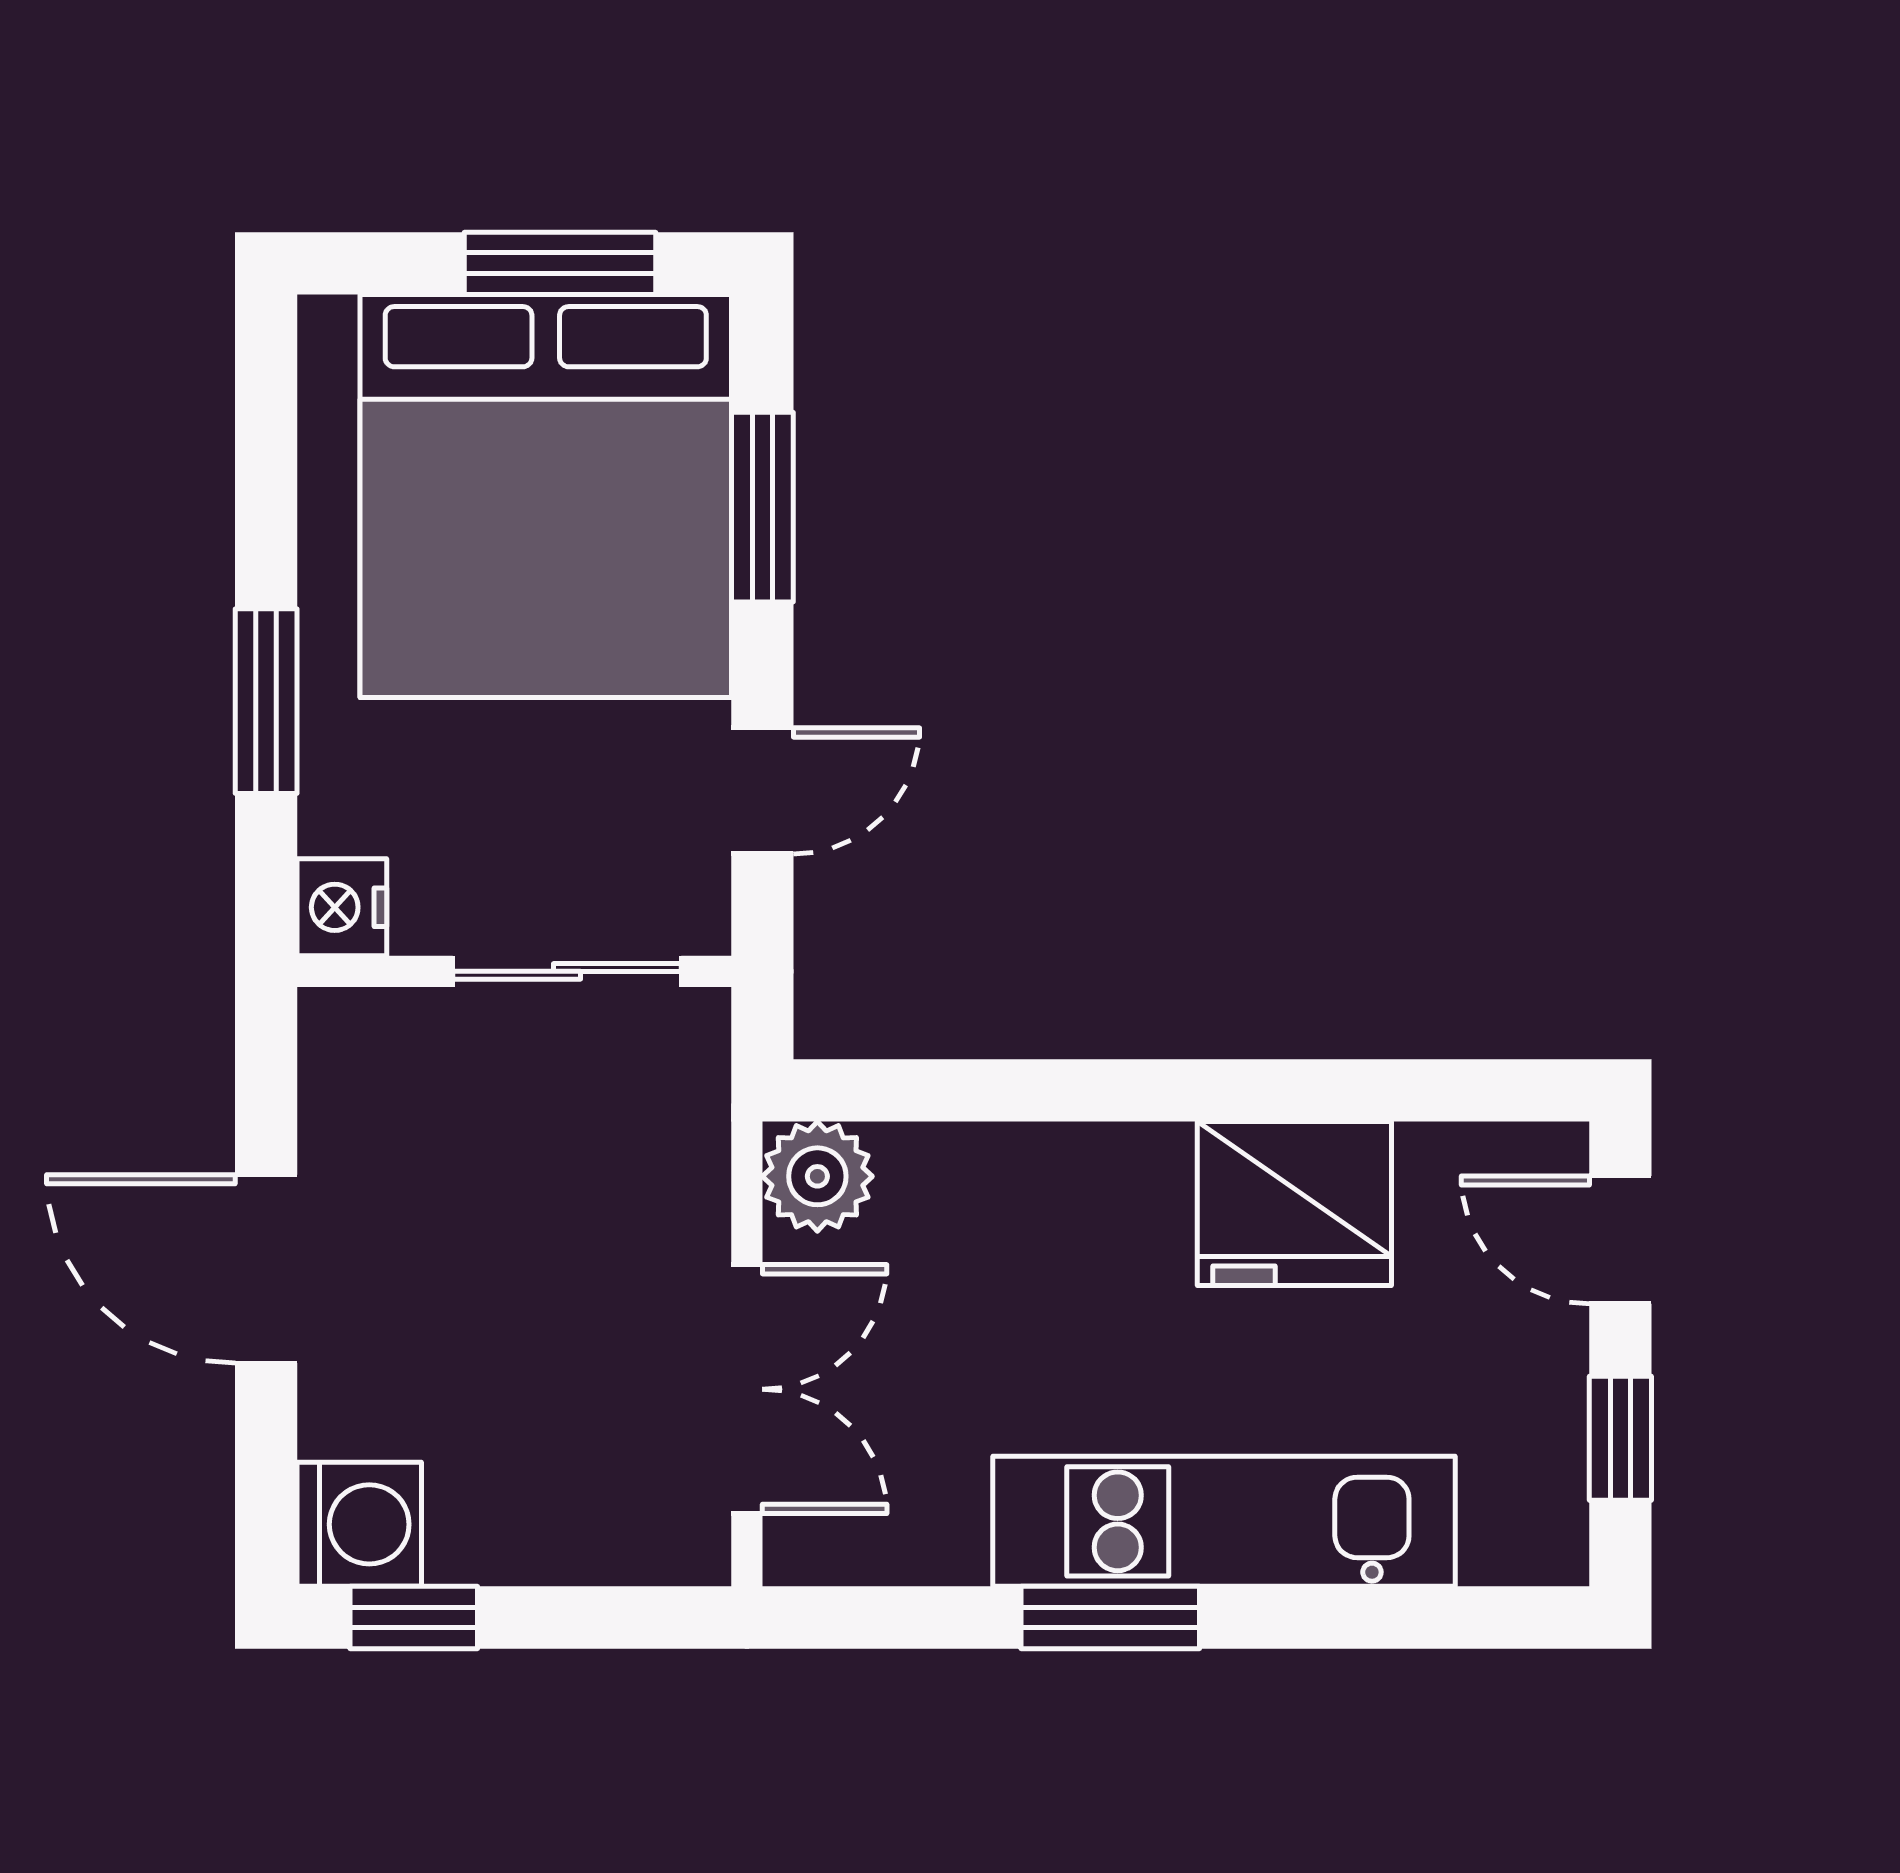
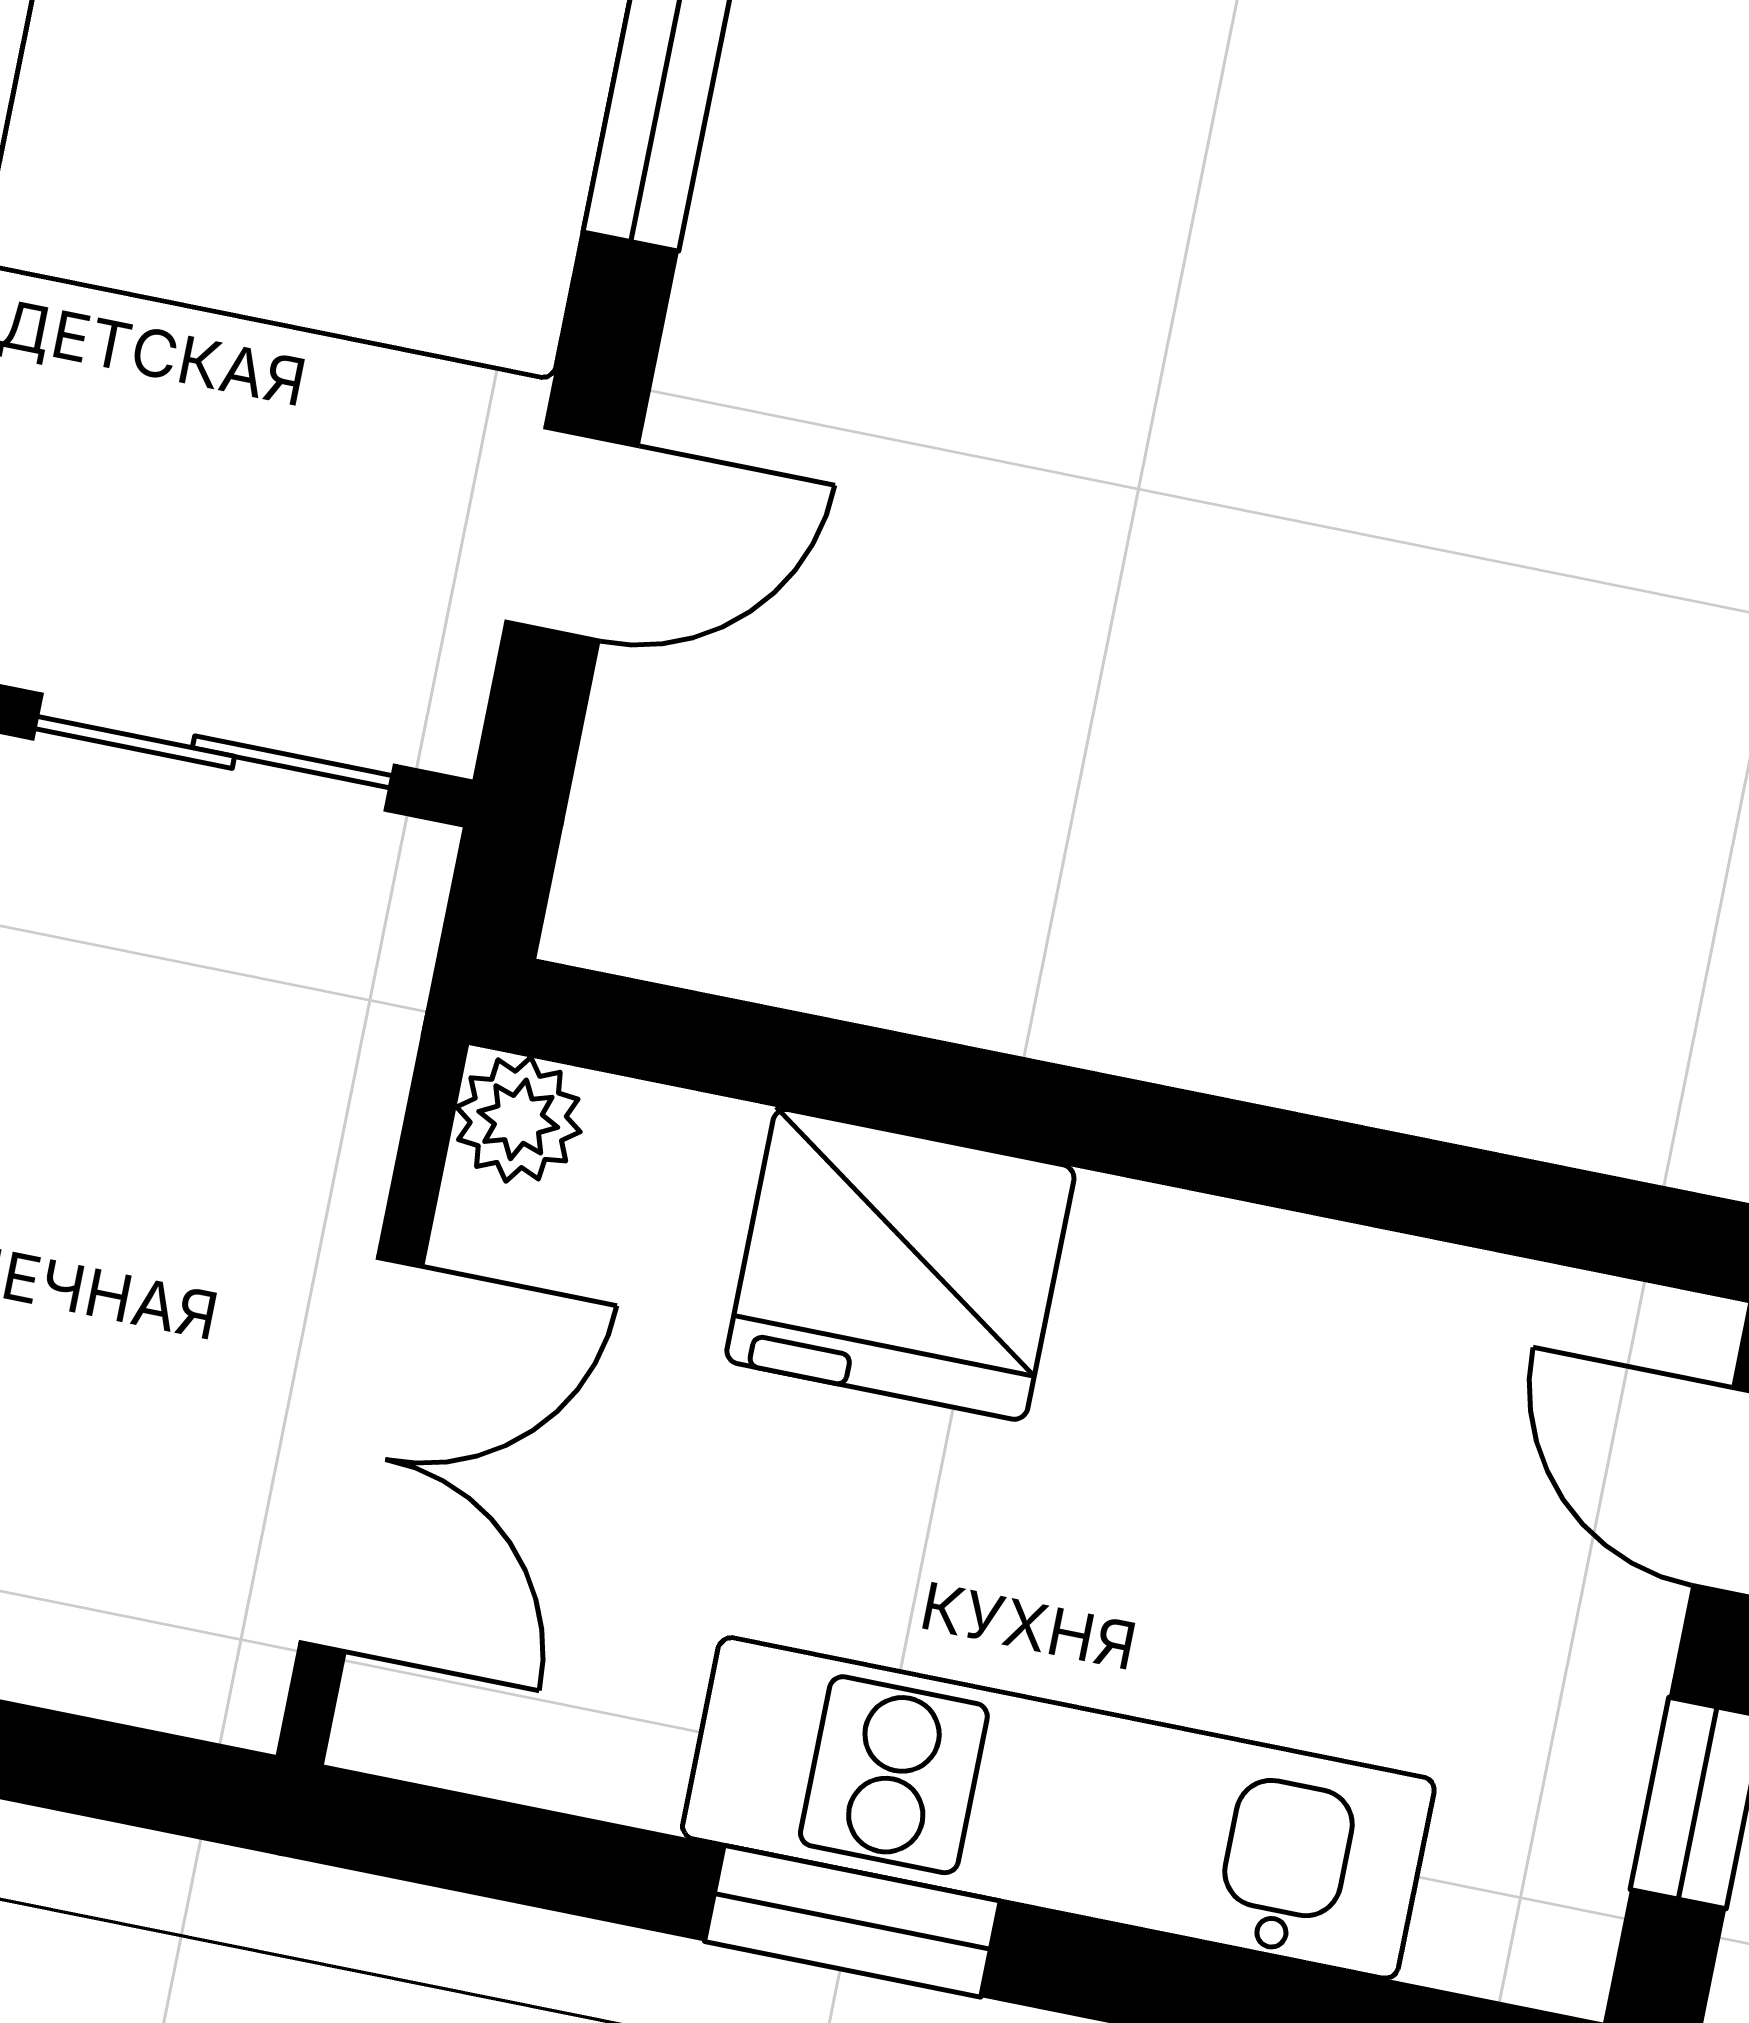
plant: (817, 1176) -> (518, 1119), width x0.73, depth x0.73
fridge: (1294, 1204) -> (900, 1264), moved

